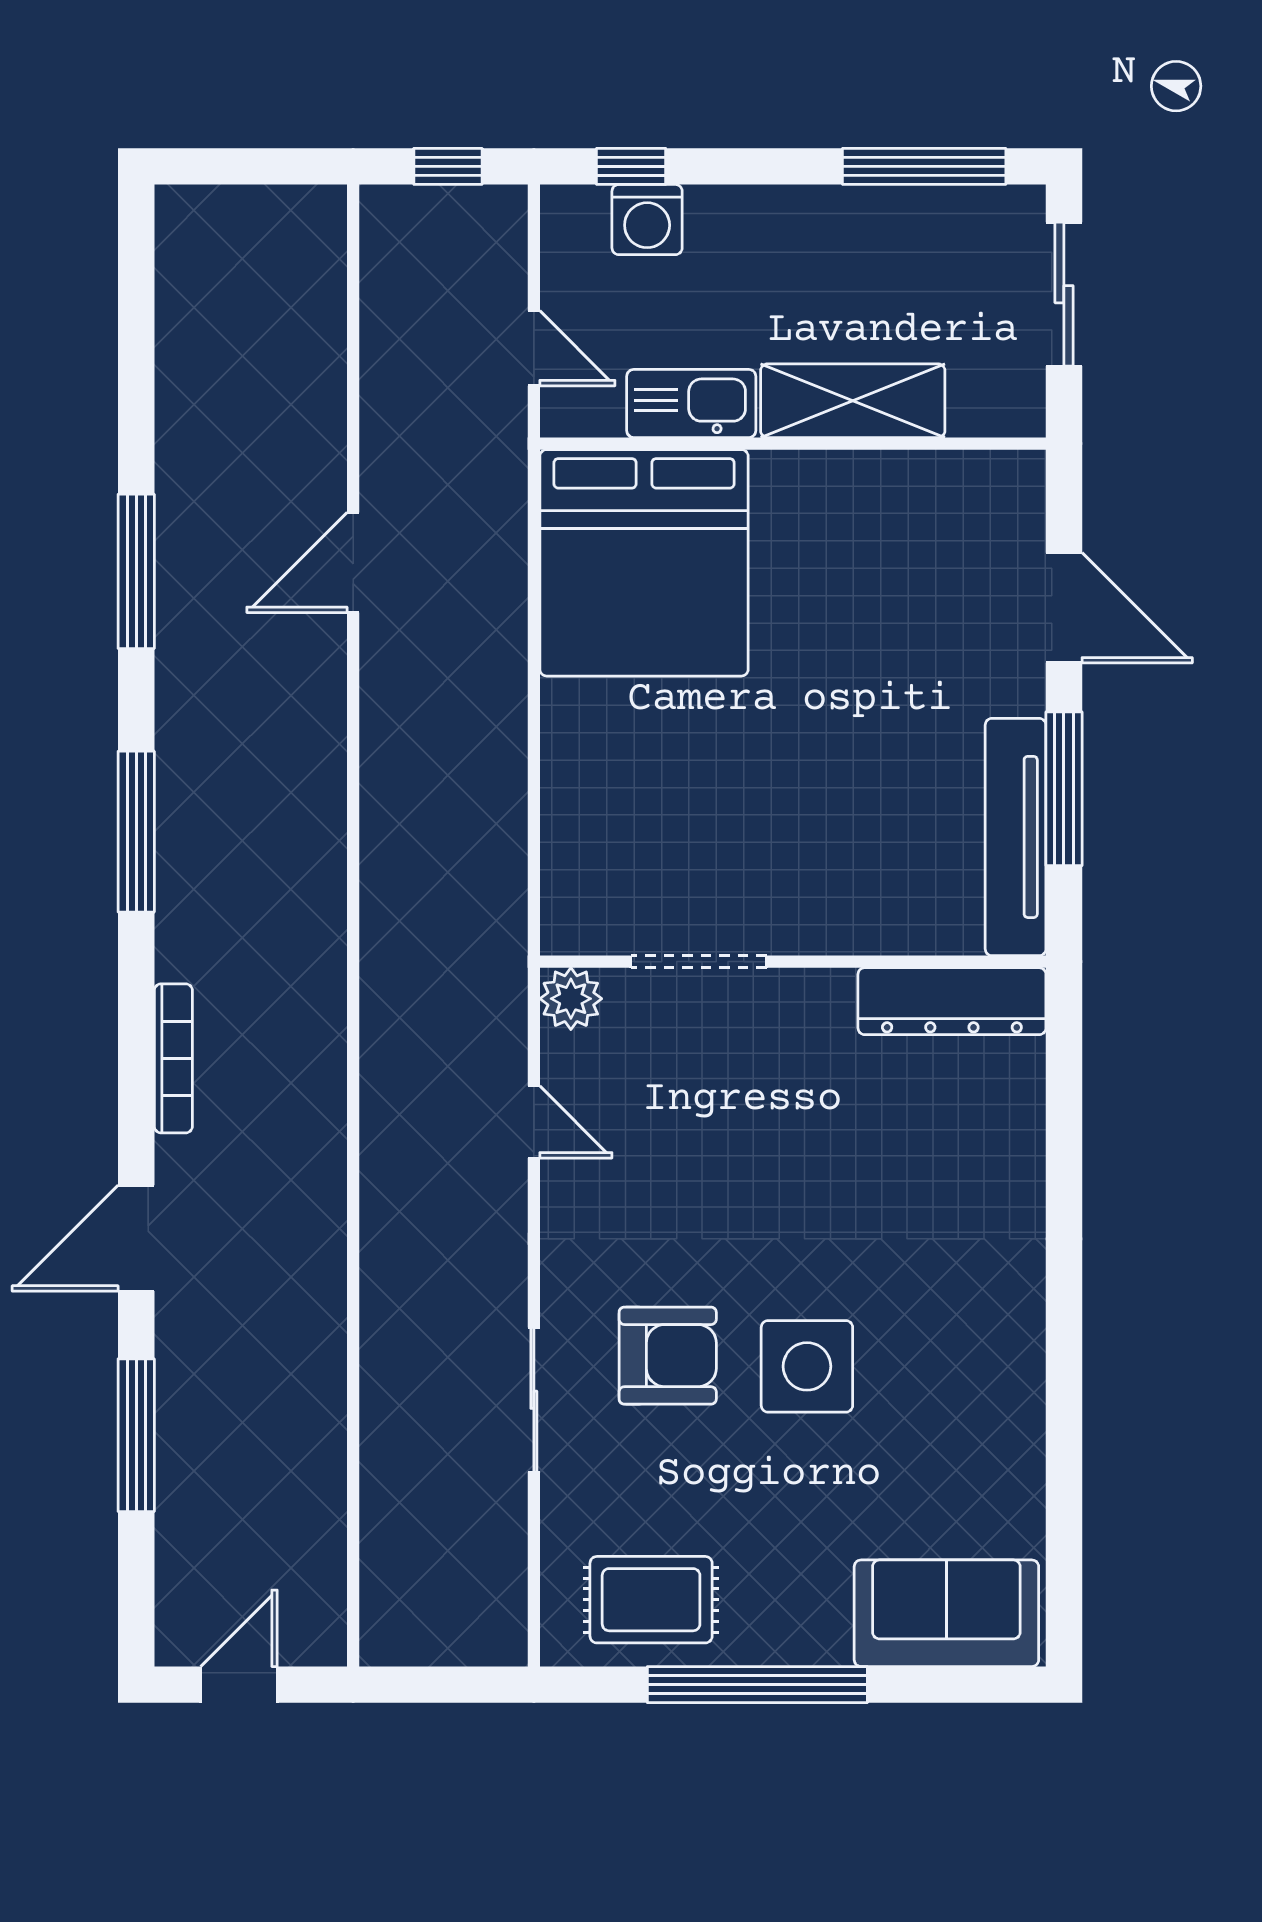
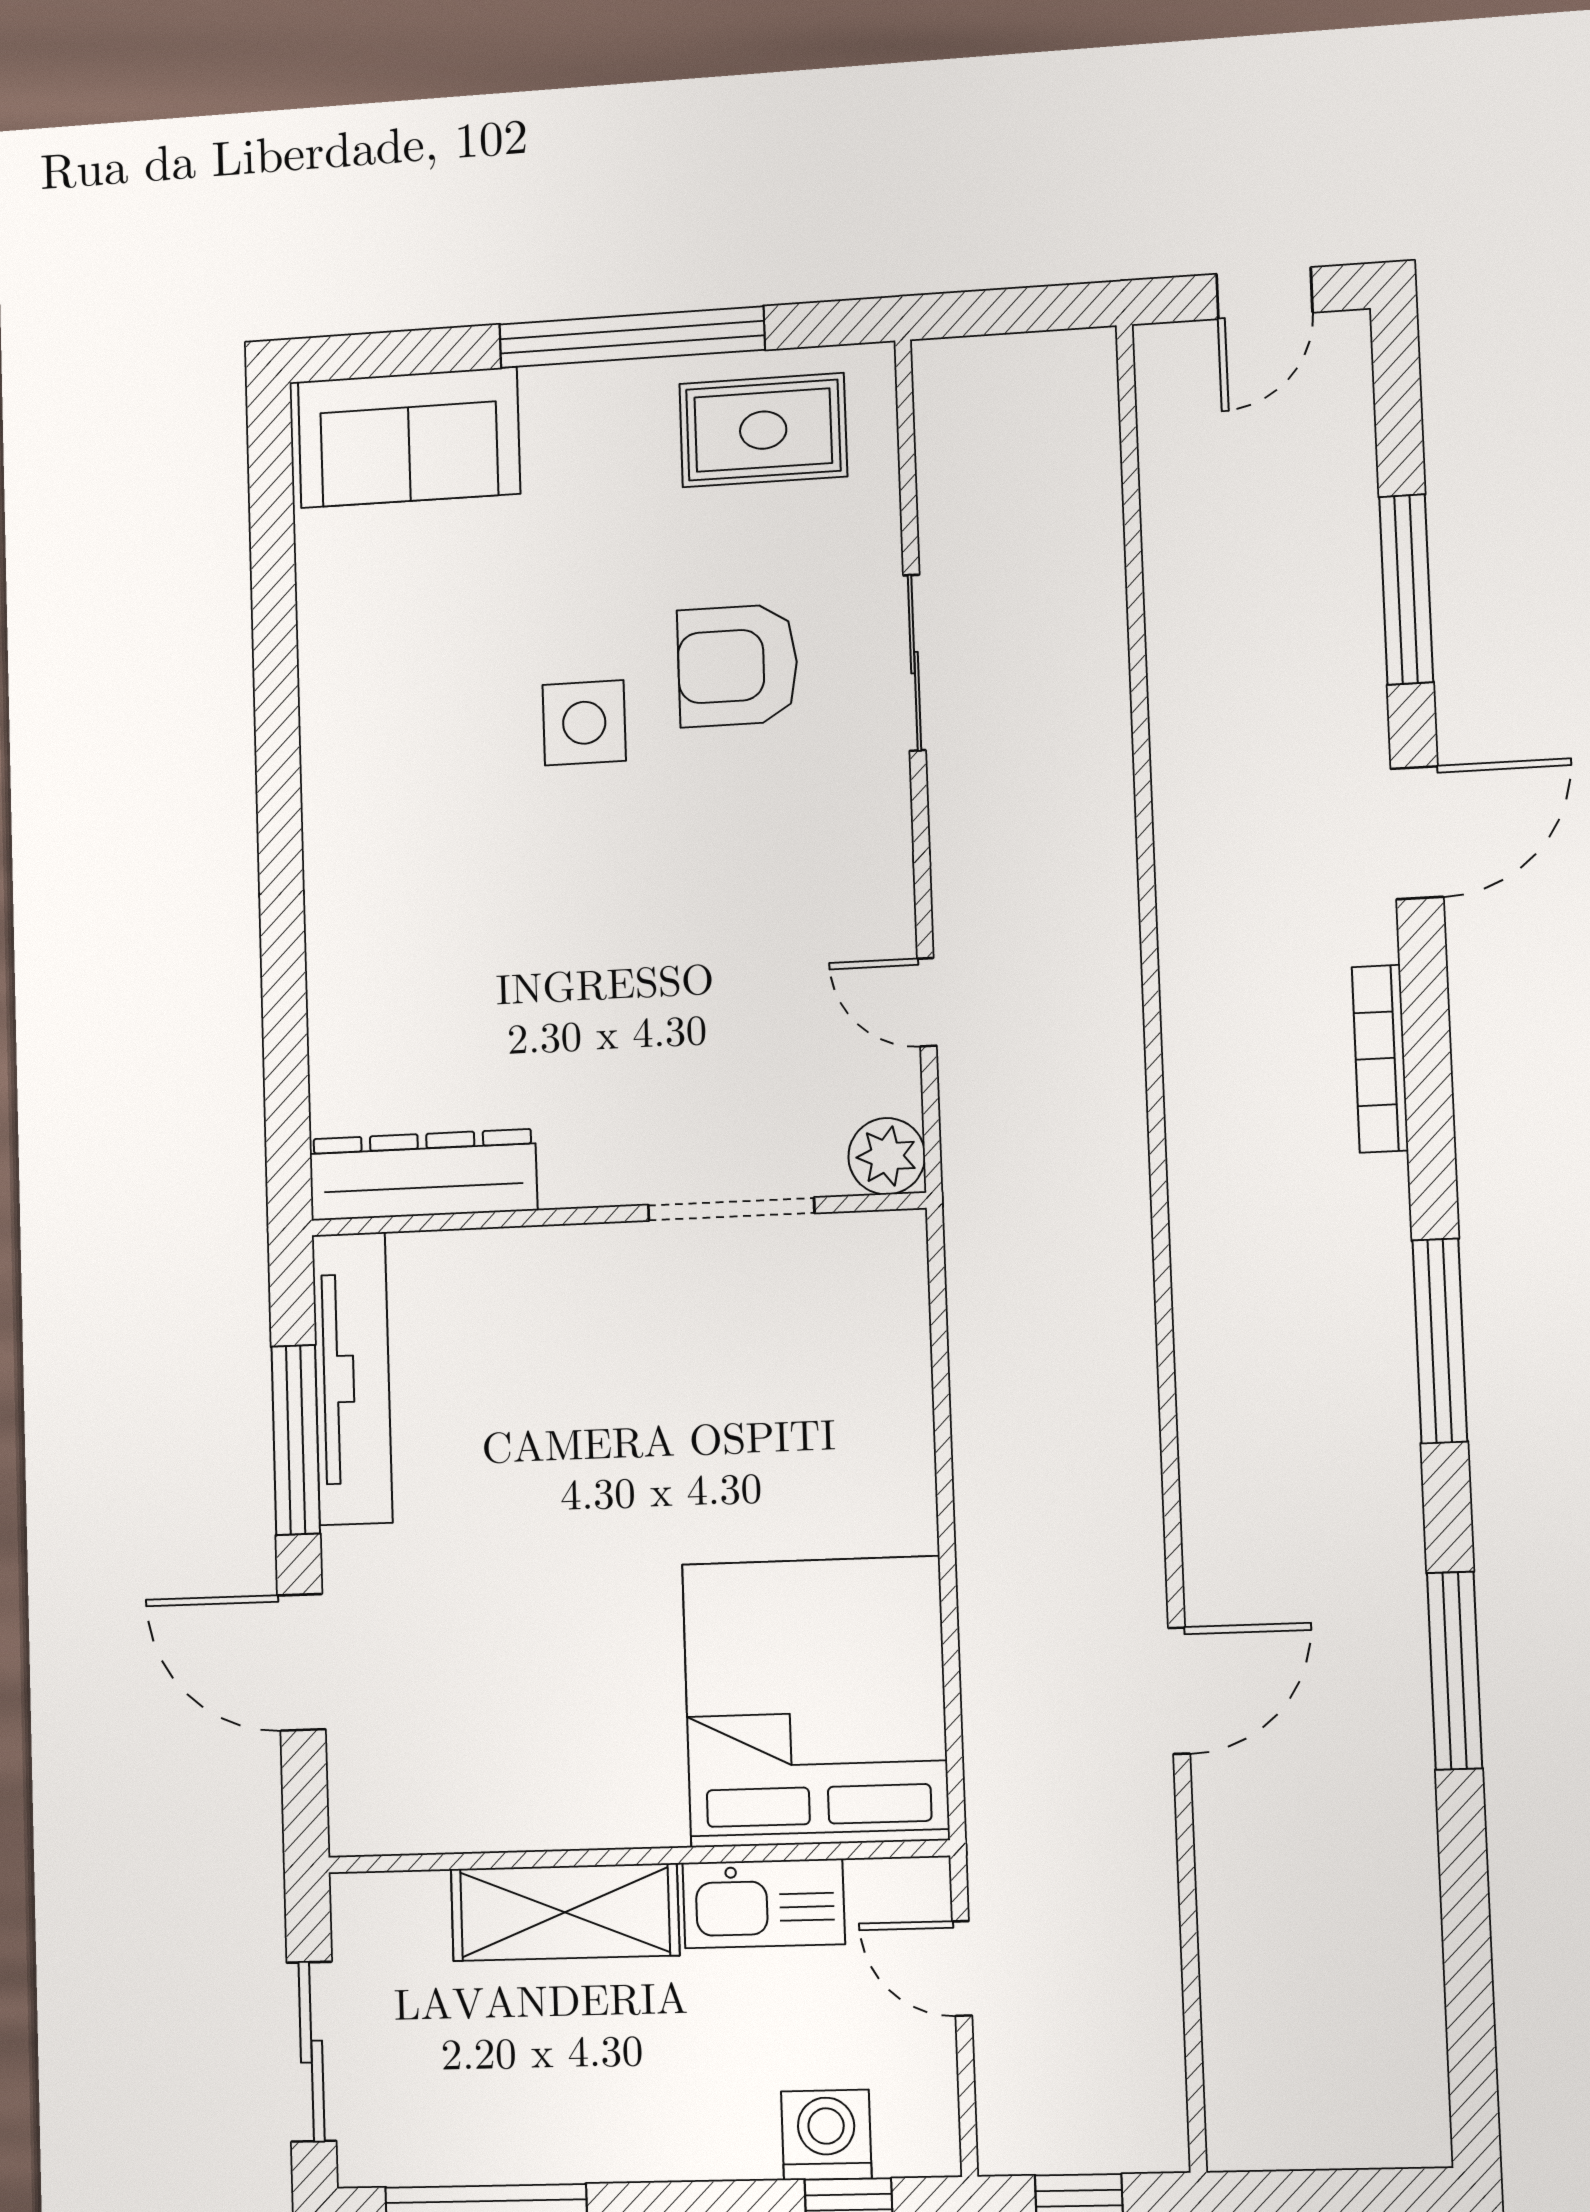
armchair: (668, 1356) -> (738, 666), moved
side table: (807, 1366) -> (584, 723), width x0.73, depth x0.73

